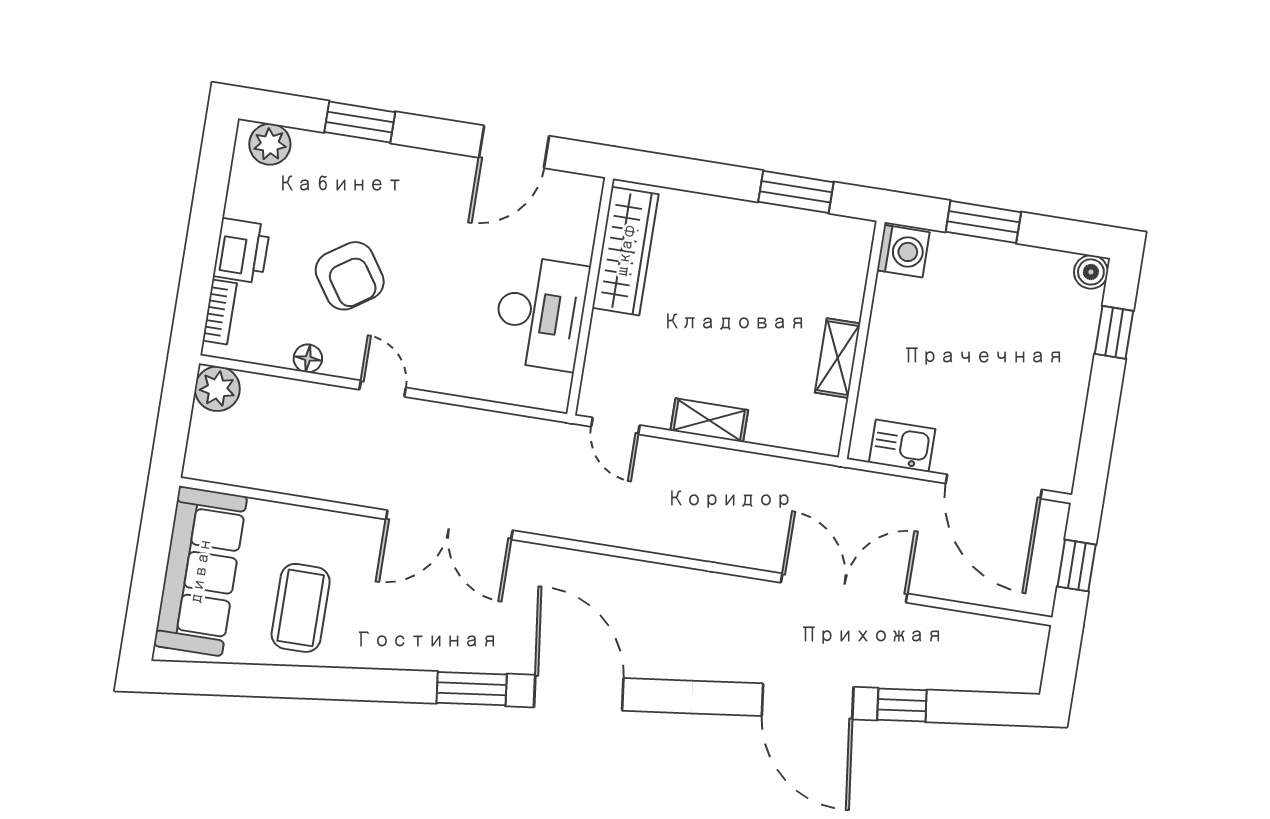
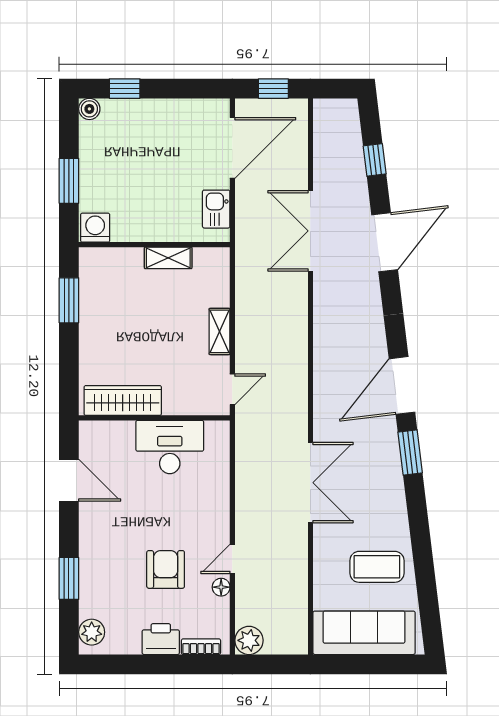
armchair: (350, 276) -> (166, 569), turned -56
door: (383, 389) -> (232, 559), moved
window: (902, 705) -> (375, 160), moved

